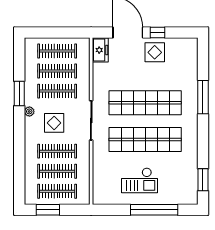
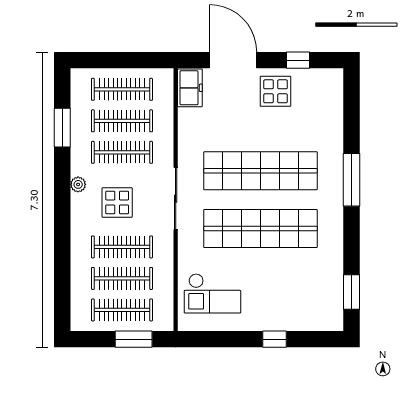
window: (157, 32) -> (298, 60), moved
window: (19, 94) -> (62, 128), moved
window: (203, 97) -> (351, 180), moved
checkout: (140, 180) -> (212, 293), moved
window: (48, 210) -> (134, 339), moved
window: (154, 210) -> (274, 339), width x0.32

